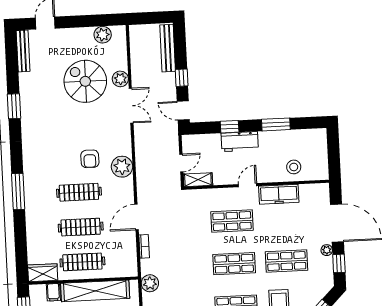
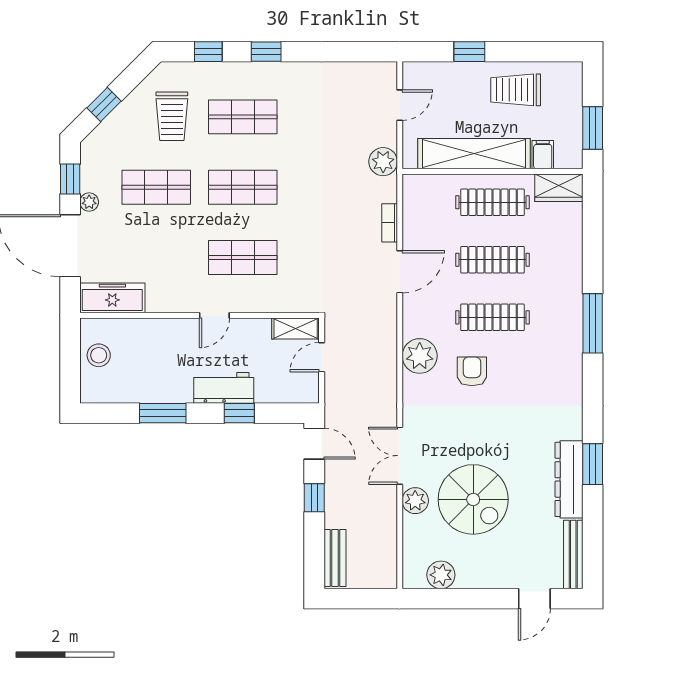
bench: (168, 48) -> (335, 558), width x0.73
dresser: (28, 96) -> (569, 479), added
stool: (294, 167) -> (99, 355), moved
freezer: (279, 194) -> (112, 298), moved

